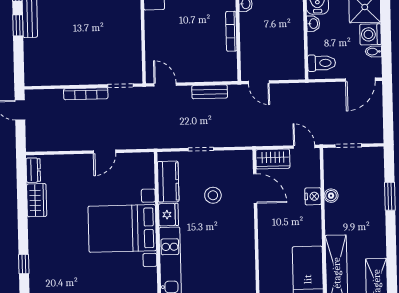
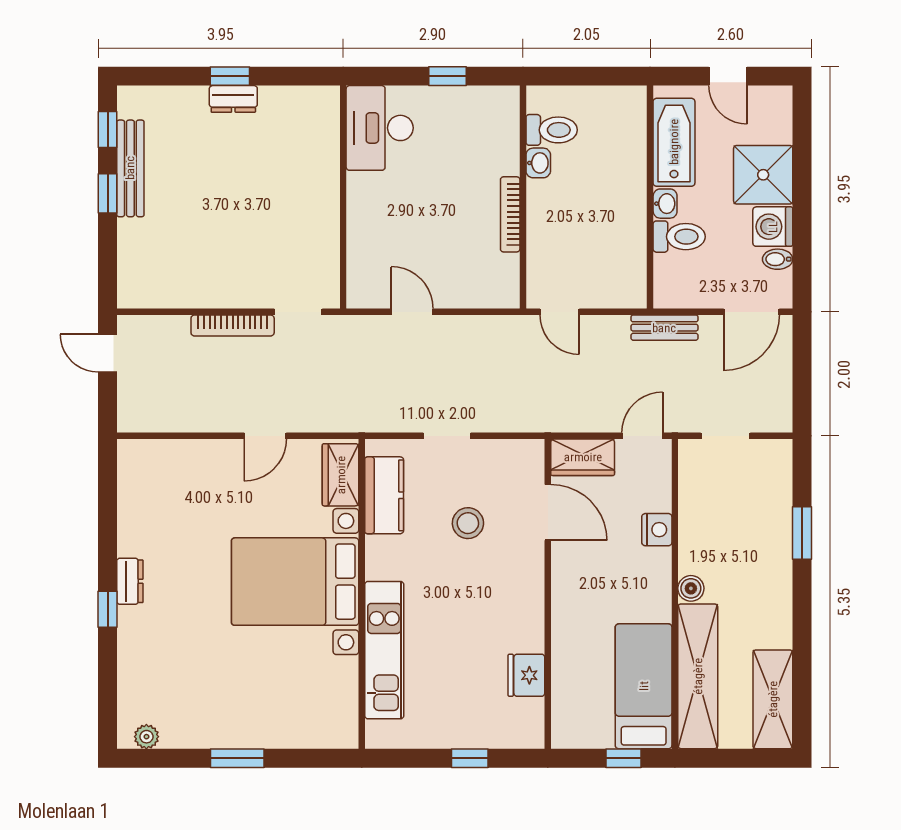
toilet: (322, 63) -> (679, 237), moved
door: (165, 84) -> (412, 312), moved
bench: (210, 92) -> (664, 328), moved
door: (304, 147) -> (642, 436), hinge flipped
dresser: (33, 170) -> (130, 581), moved
boiler: (331, 196) -> (691, 588), moved
wardrobe: (37, 200) -> (341, 475), moved, turned 180
fridge: (168, 215) -> (526, 675), moved, turned 180
window: (24, 264) -> (108, 609), moved

